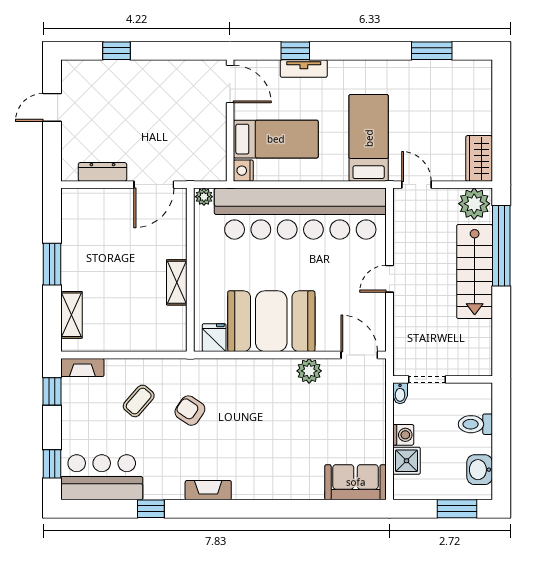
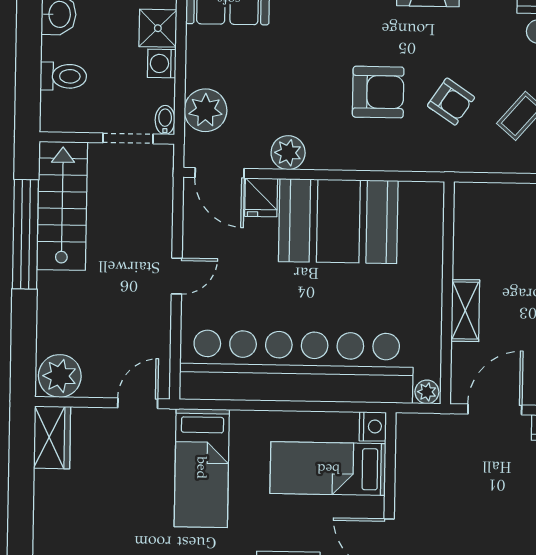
door: (416, 185) -> (138, 403), swing flipped
window: (501, 246) -> (25, 234), moved
stairs: (475, 271) -> (62, 206), moved
shelving: (177, 282) -> (465, 311), moved
fridge: (214, 338) -> (261, 197), moved
plant: (370, 401) -> (205, 110), added
armchair: (244, 417) -> (378, 92), added

